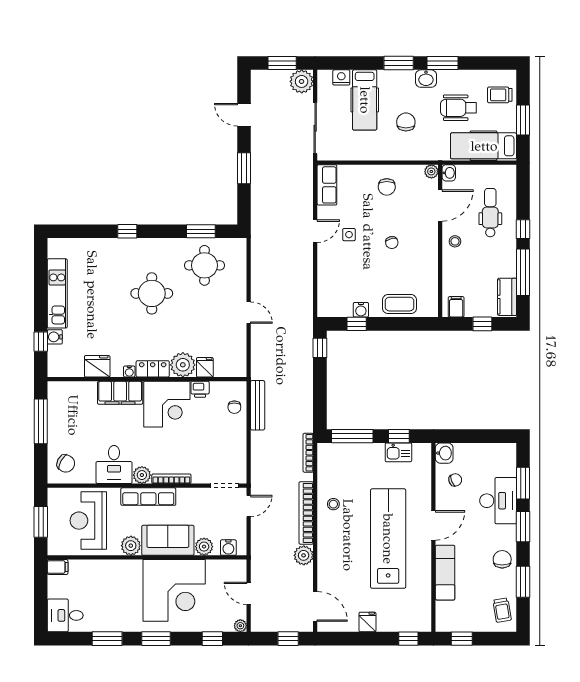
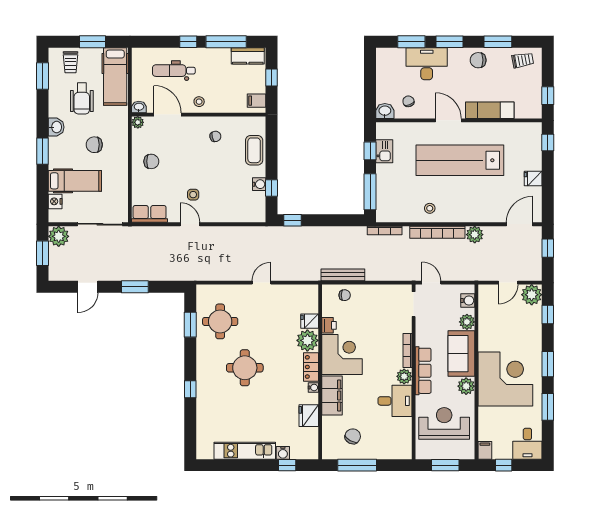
window: (443, 63) -> (43, 76), moved
chair: (392, 243) -> (215, 136), moved
chair: (66, 463) -> (353, 436), moved
reception desk: (88, 521) -> (444, 423), turned 180
window: (41, 588) -> (504, 465), added
corner desk: (174, 590) -> (505, 379), moved
plant: (240, 626) -> (532, 295), width x1.88, depth x1.88

